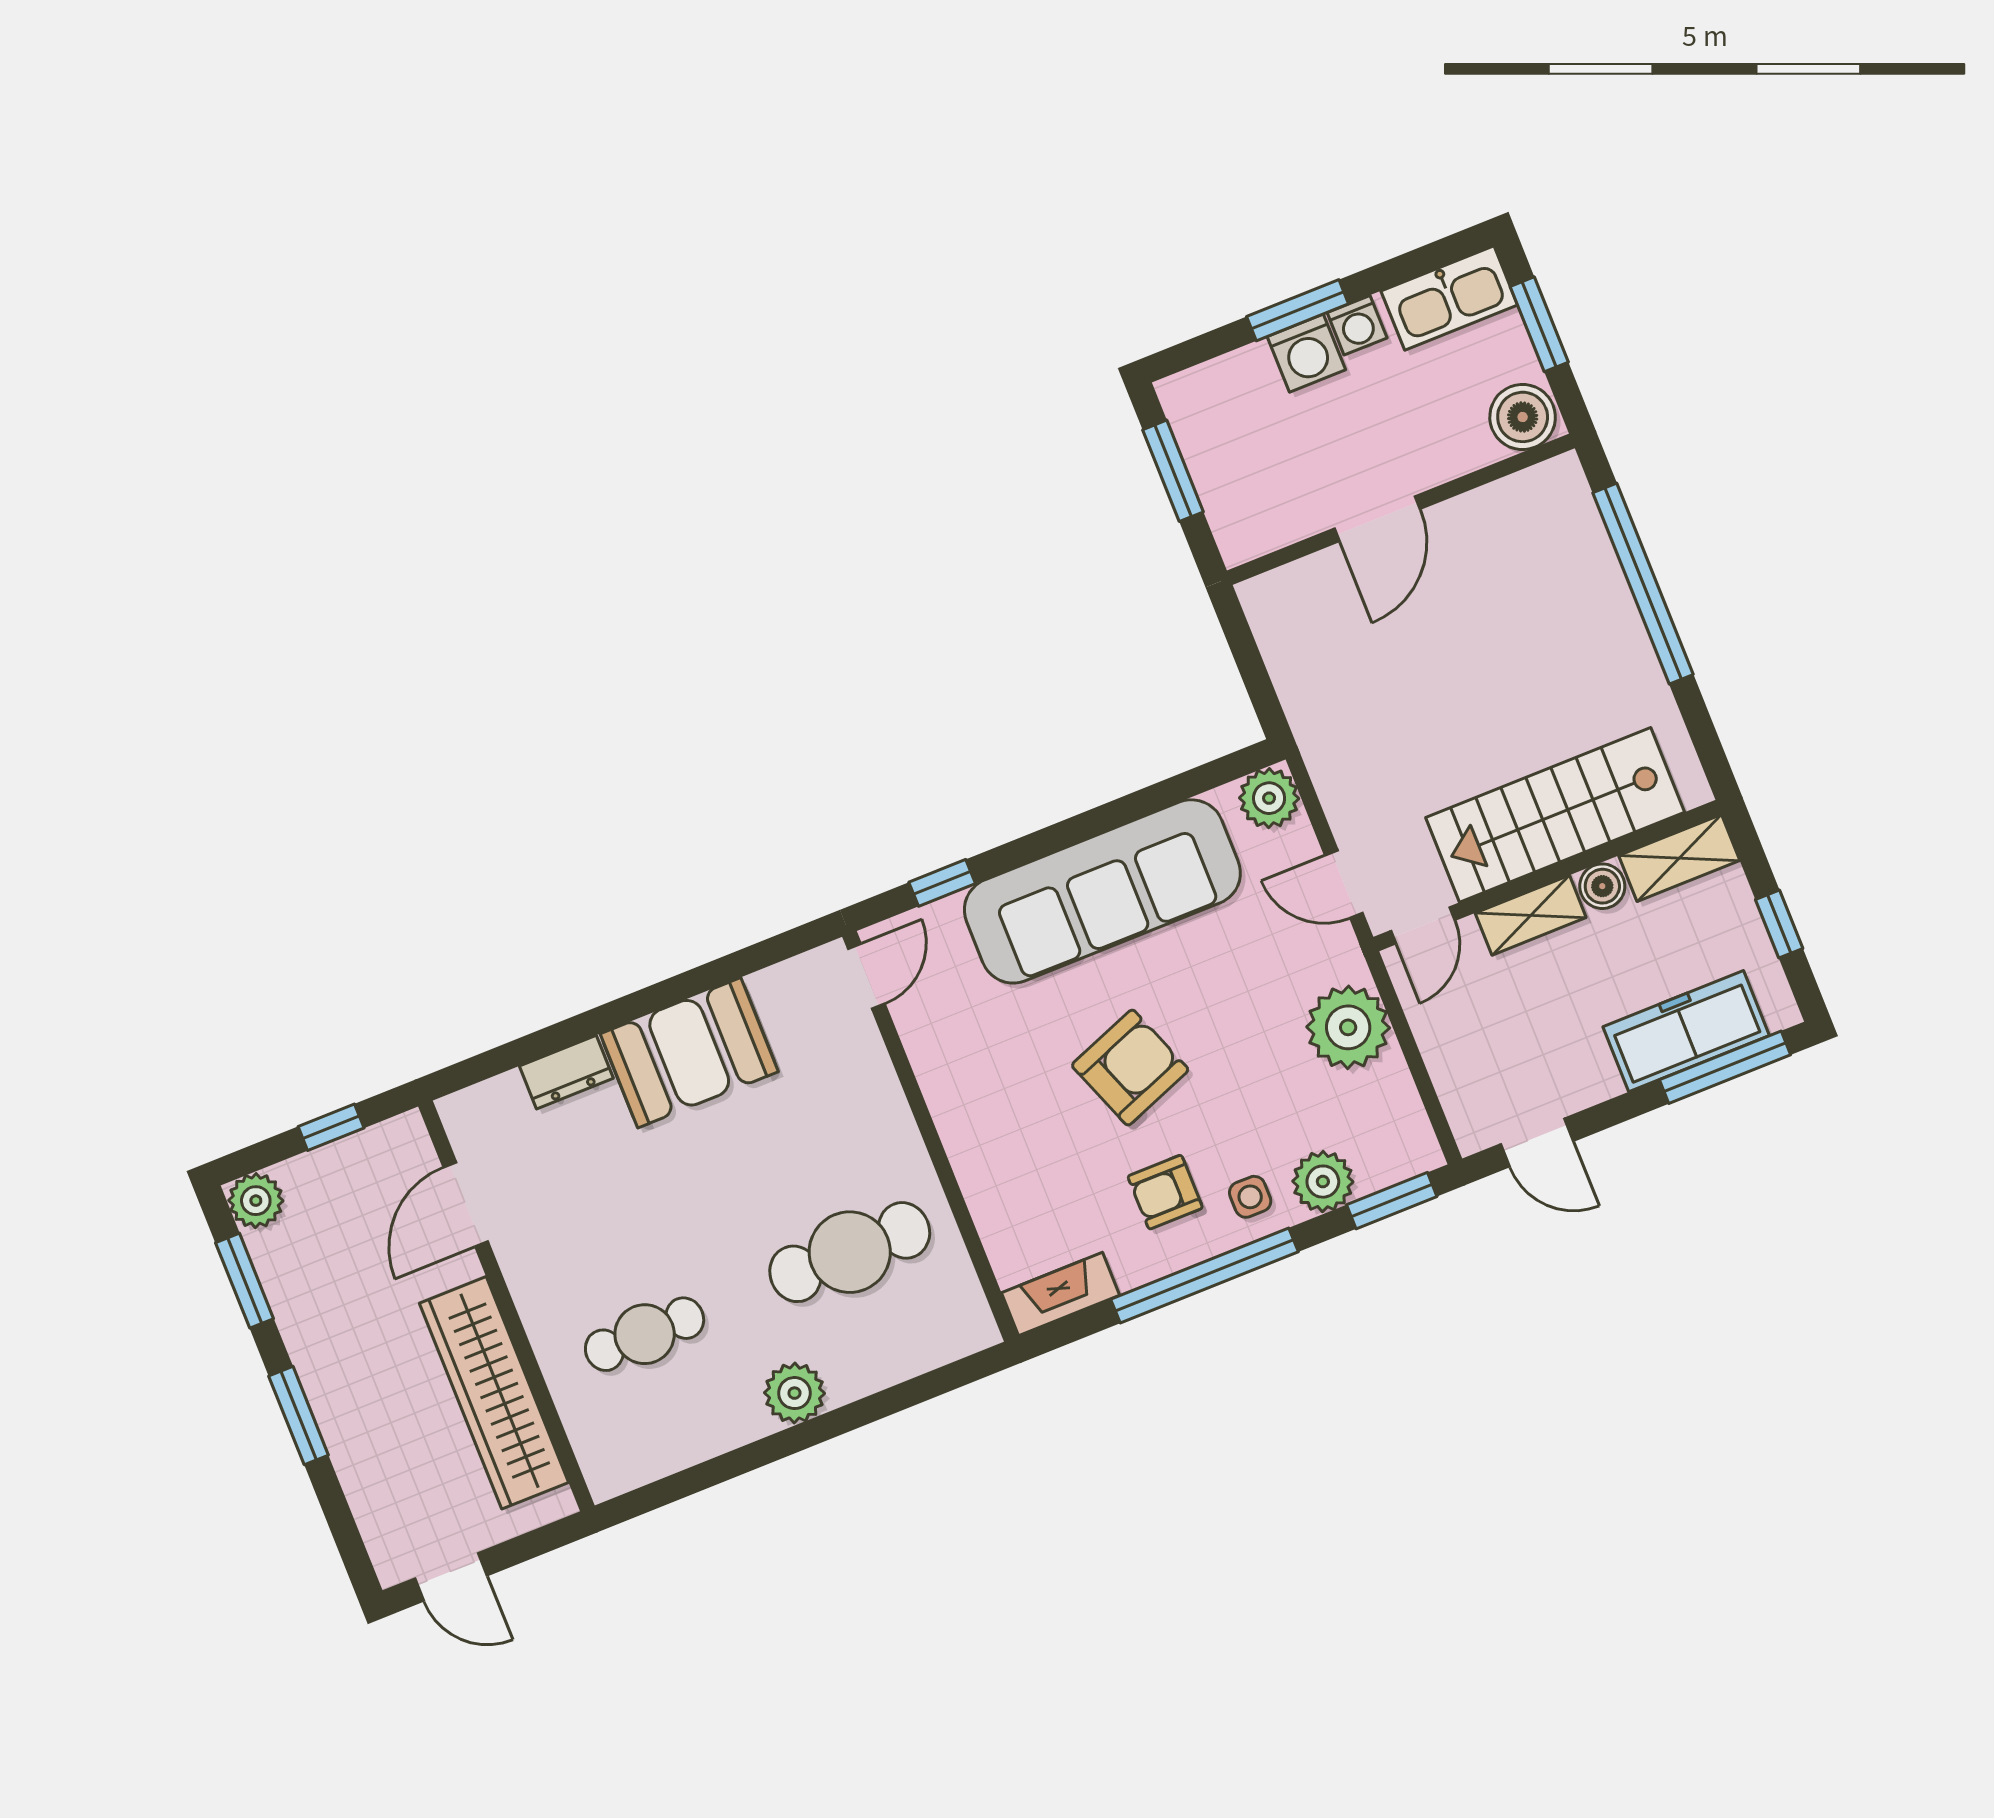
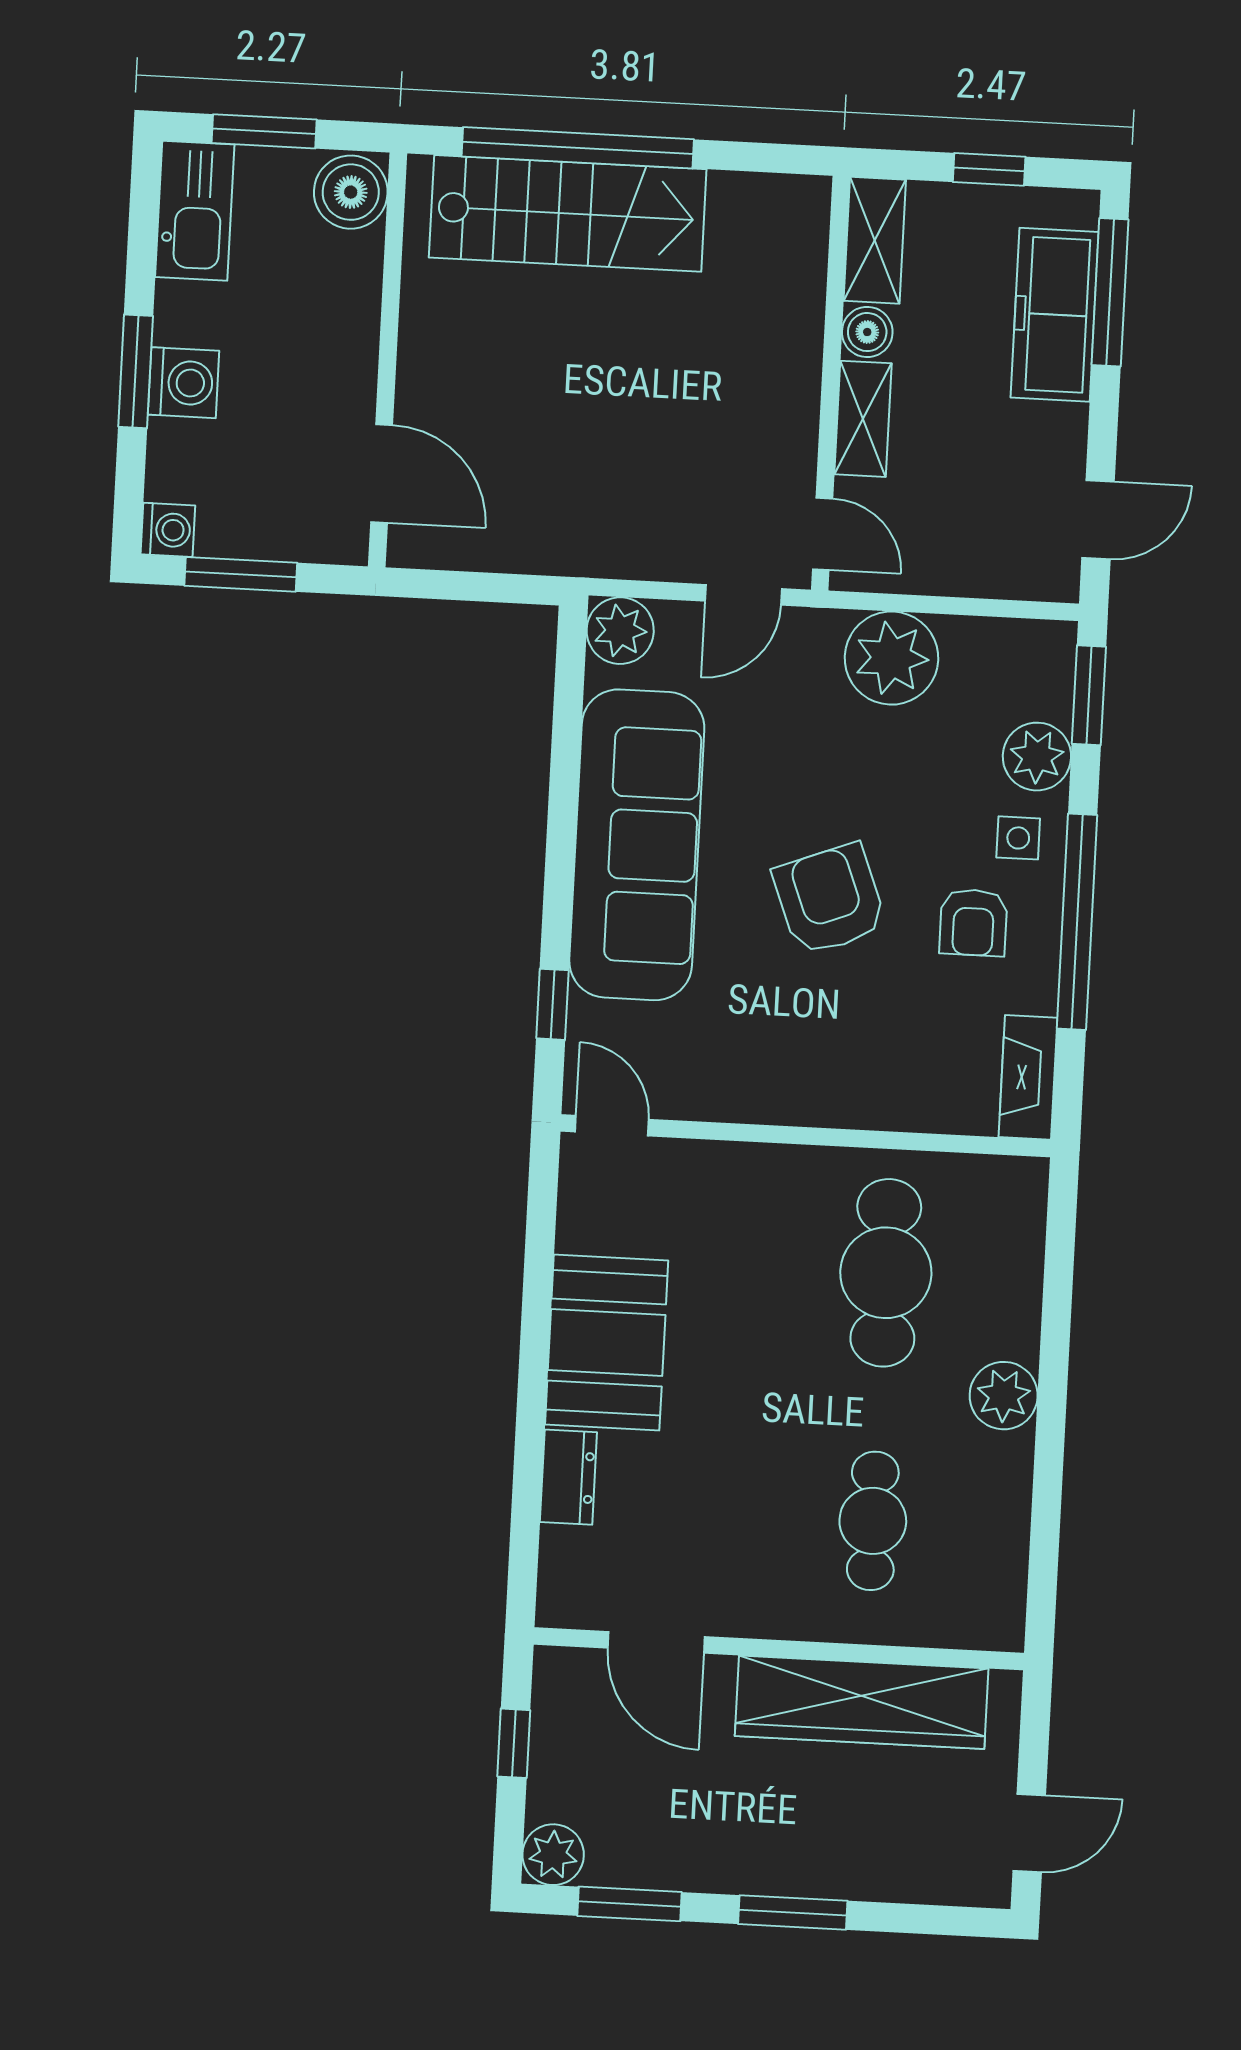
washing machine: (1357, 325) -> (168, 530), moved
door: (1377, 519) -> (382, 473), moved
stairs: (1555, 815) -> (568, 213), moved, turned -90

